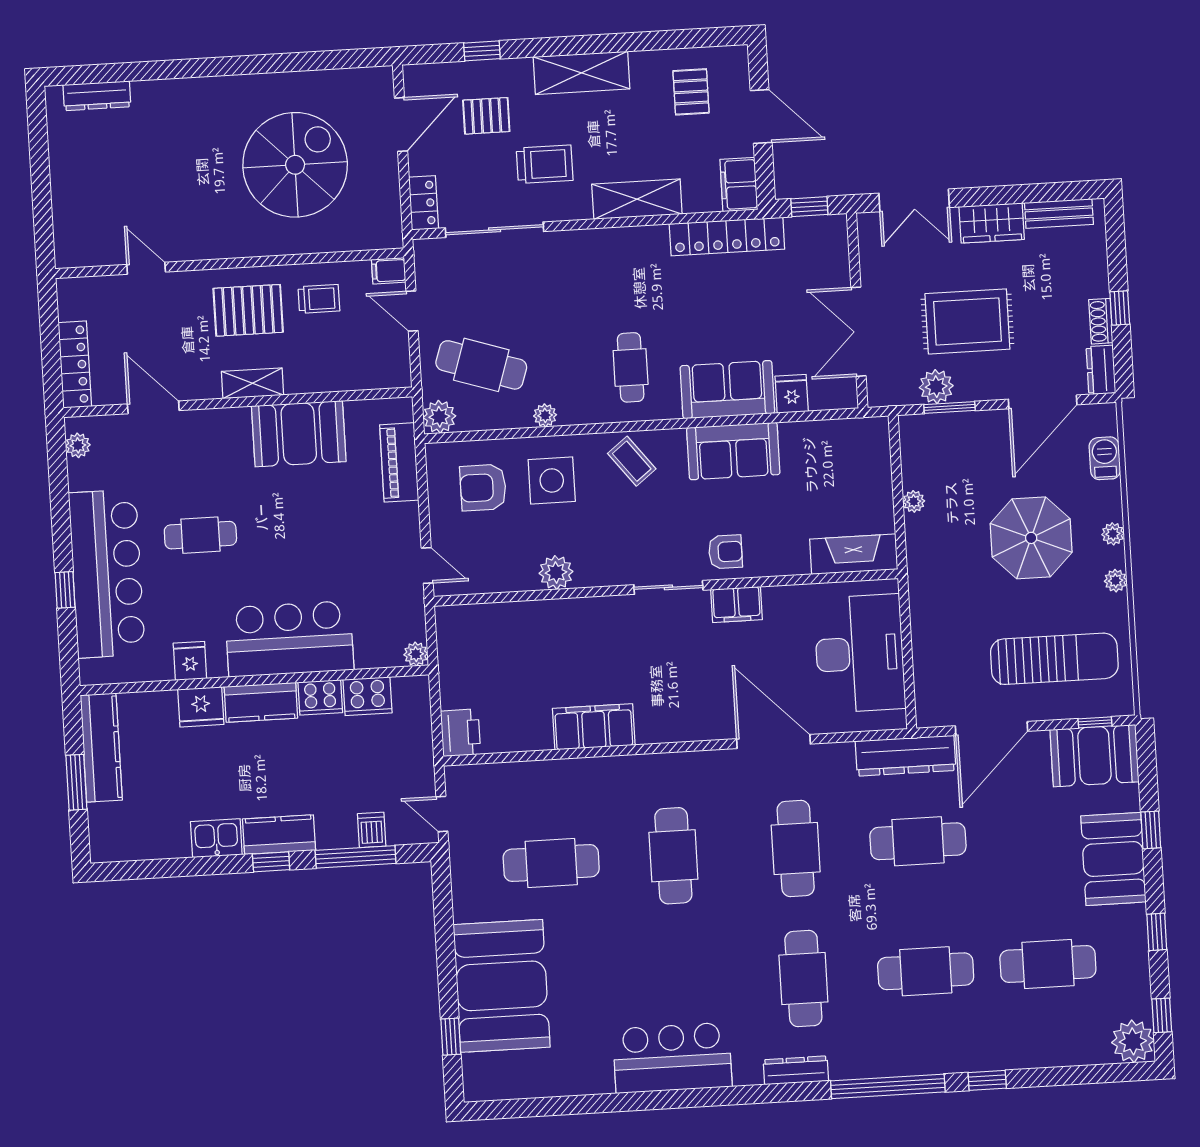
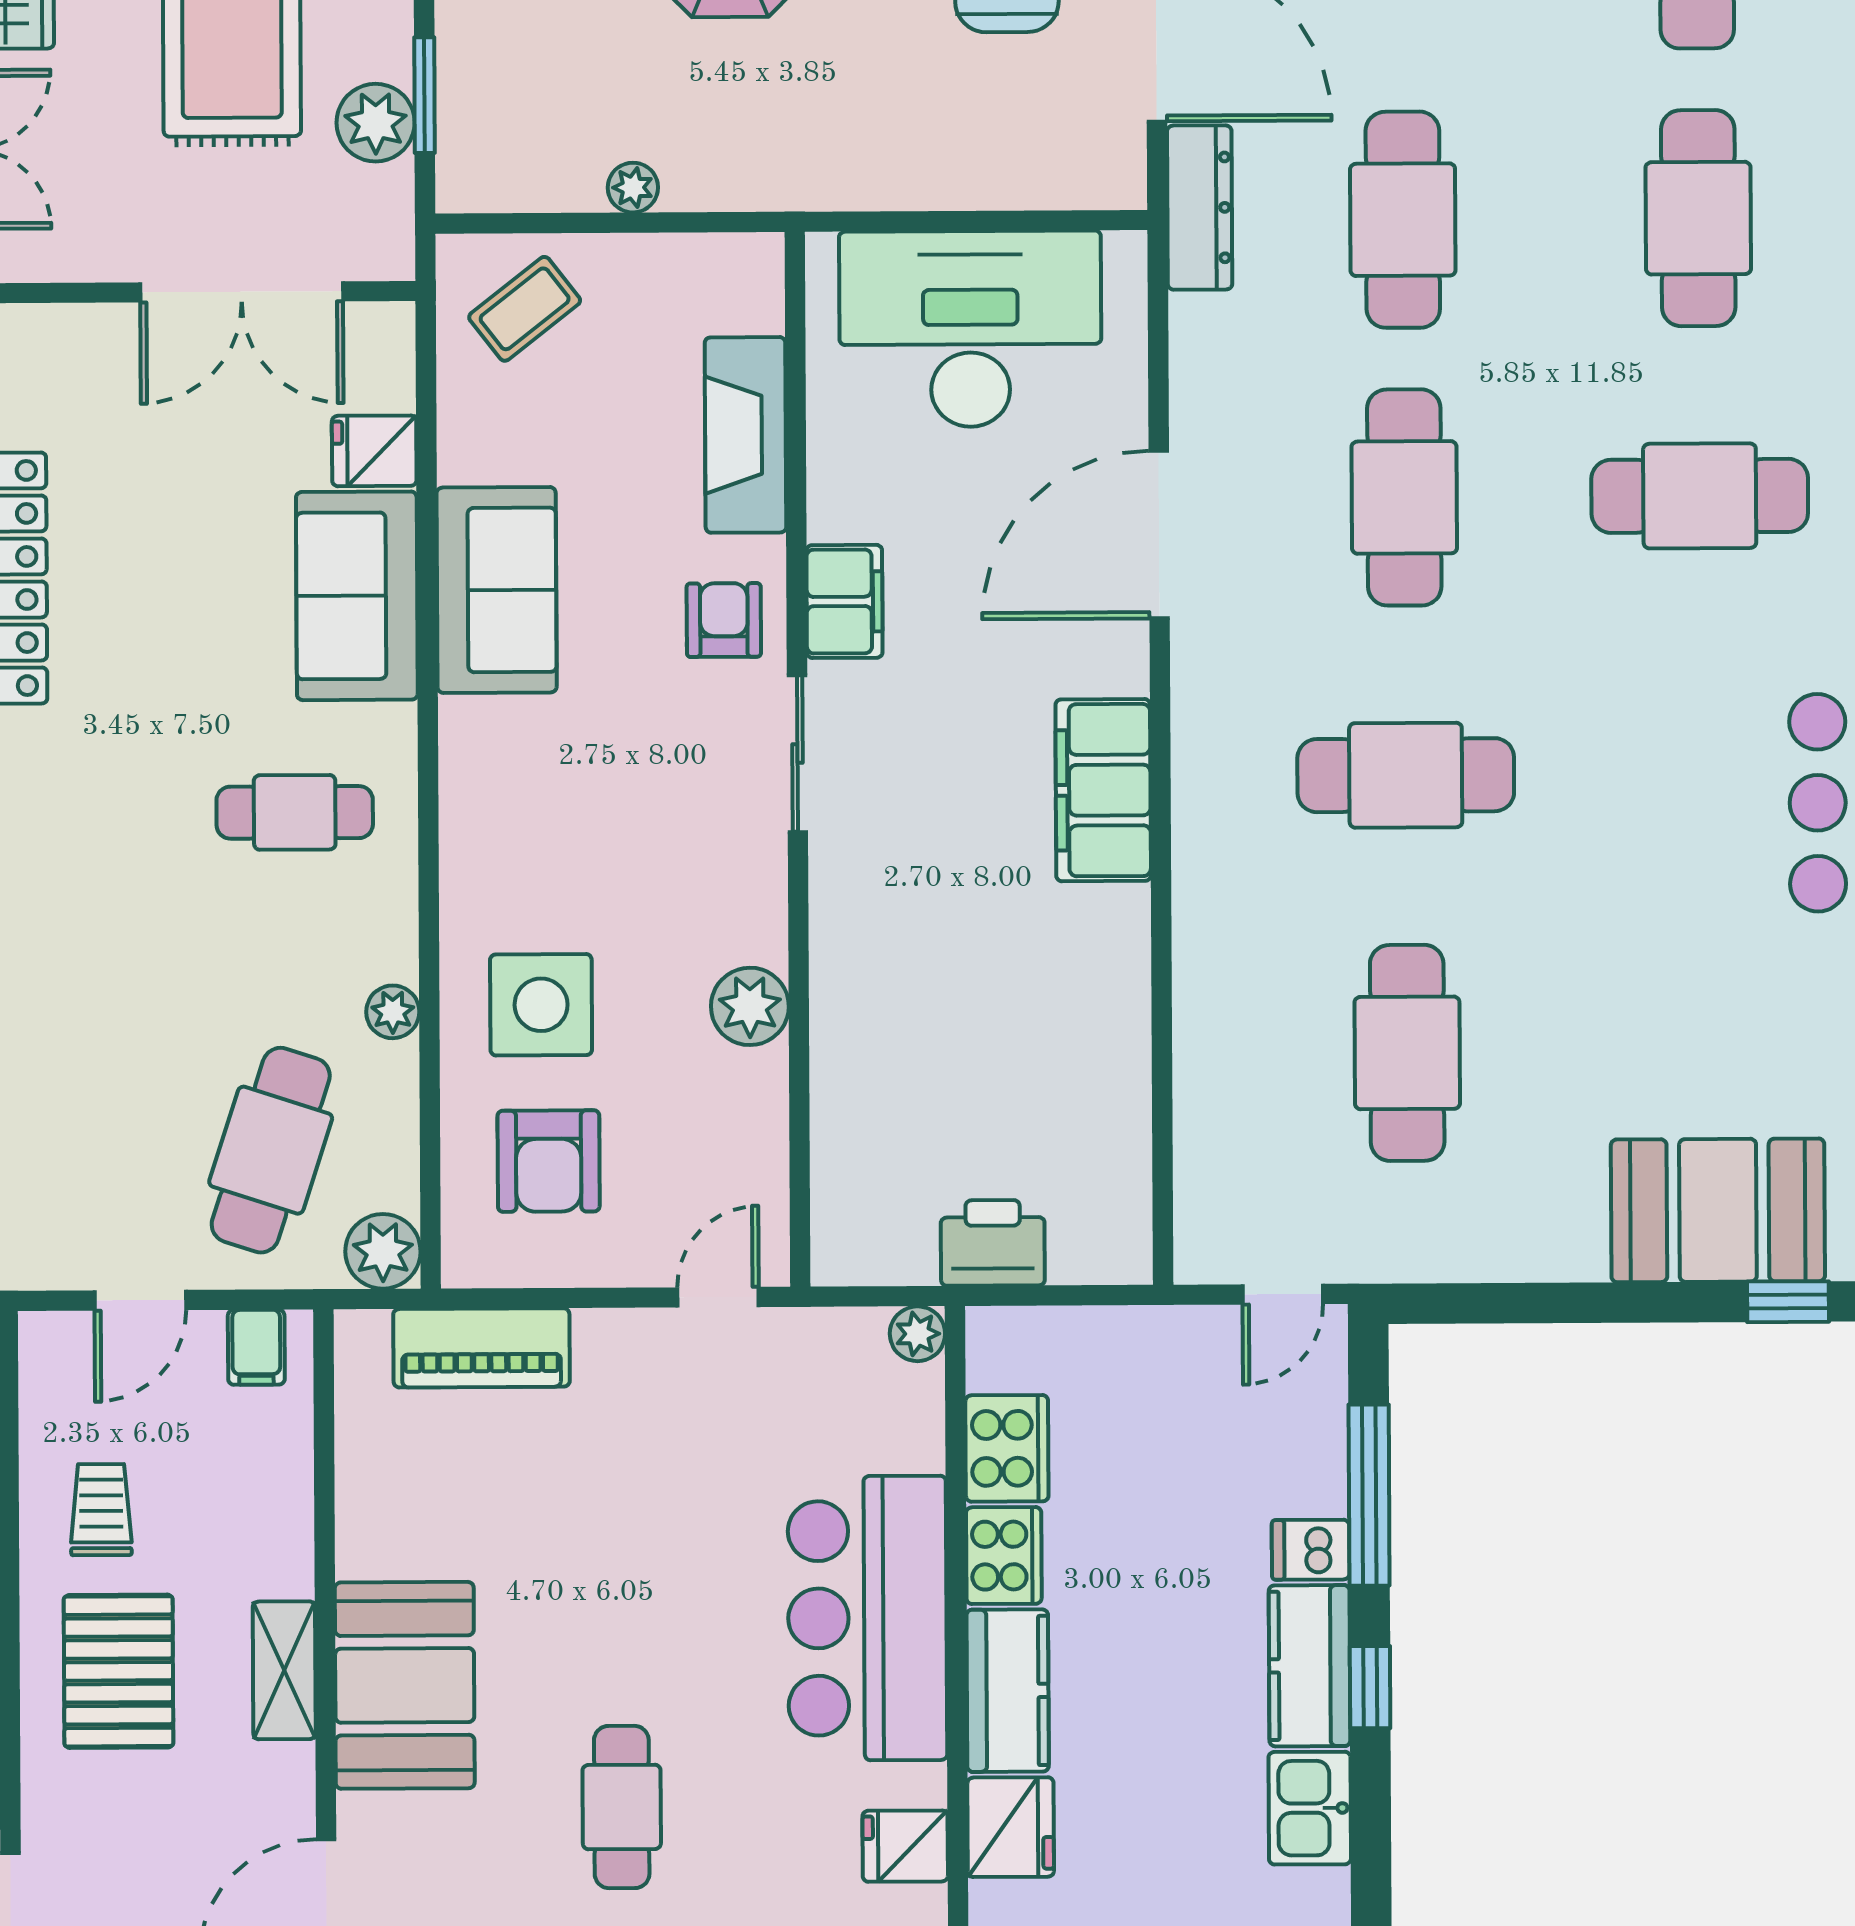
filing cabinet: (389, 271) -> (256, 1347), moved
booth: (299, 434) -> (405, 1685), moved
coffee table: (632, 461) -> (525, 309), moved
fireplace: (854, 554) -> (745, 435), moved
filing cabinet: (594, 727) -> (1103, 790), moved
printer: (460, 733) -> (993, 1243), moved
dresser: (905, 756) -> (1200, 208), width x0.73, depth x0.80
dishwasher: (372, 830) -> (1311, 1550), moved
cafe table: (796, 848) -> (1404, 497), turned 90
booth: (502, 986) -> (1718, 1210), width x0.73, depth x0.70

